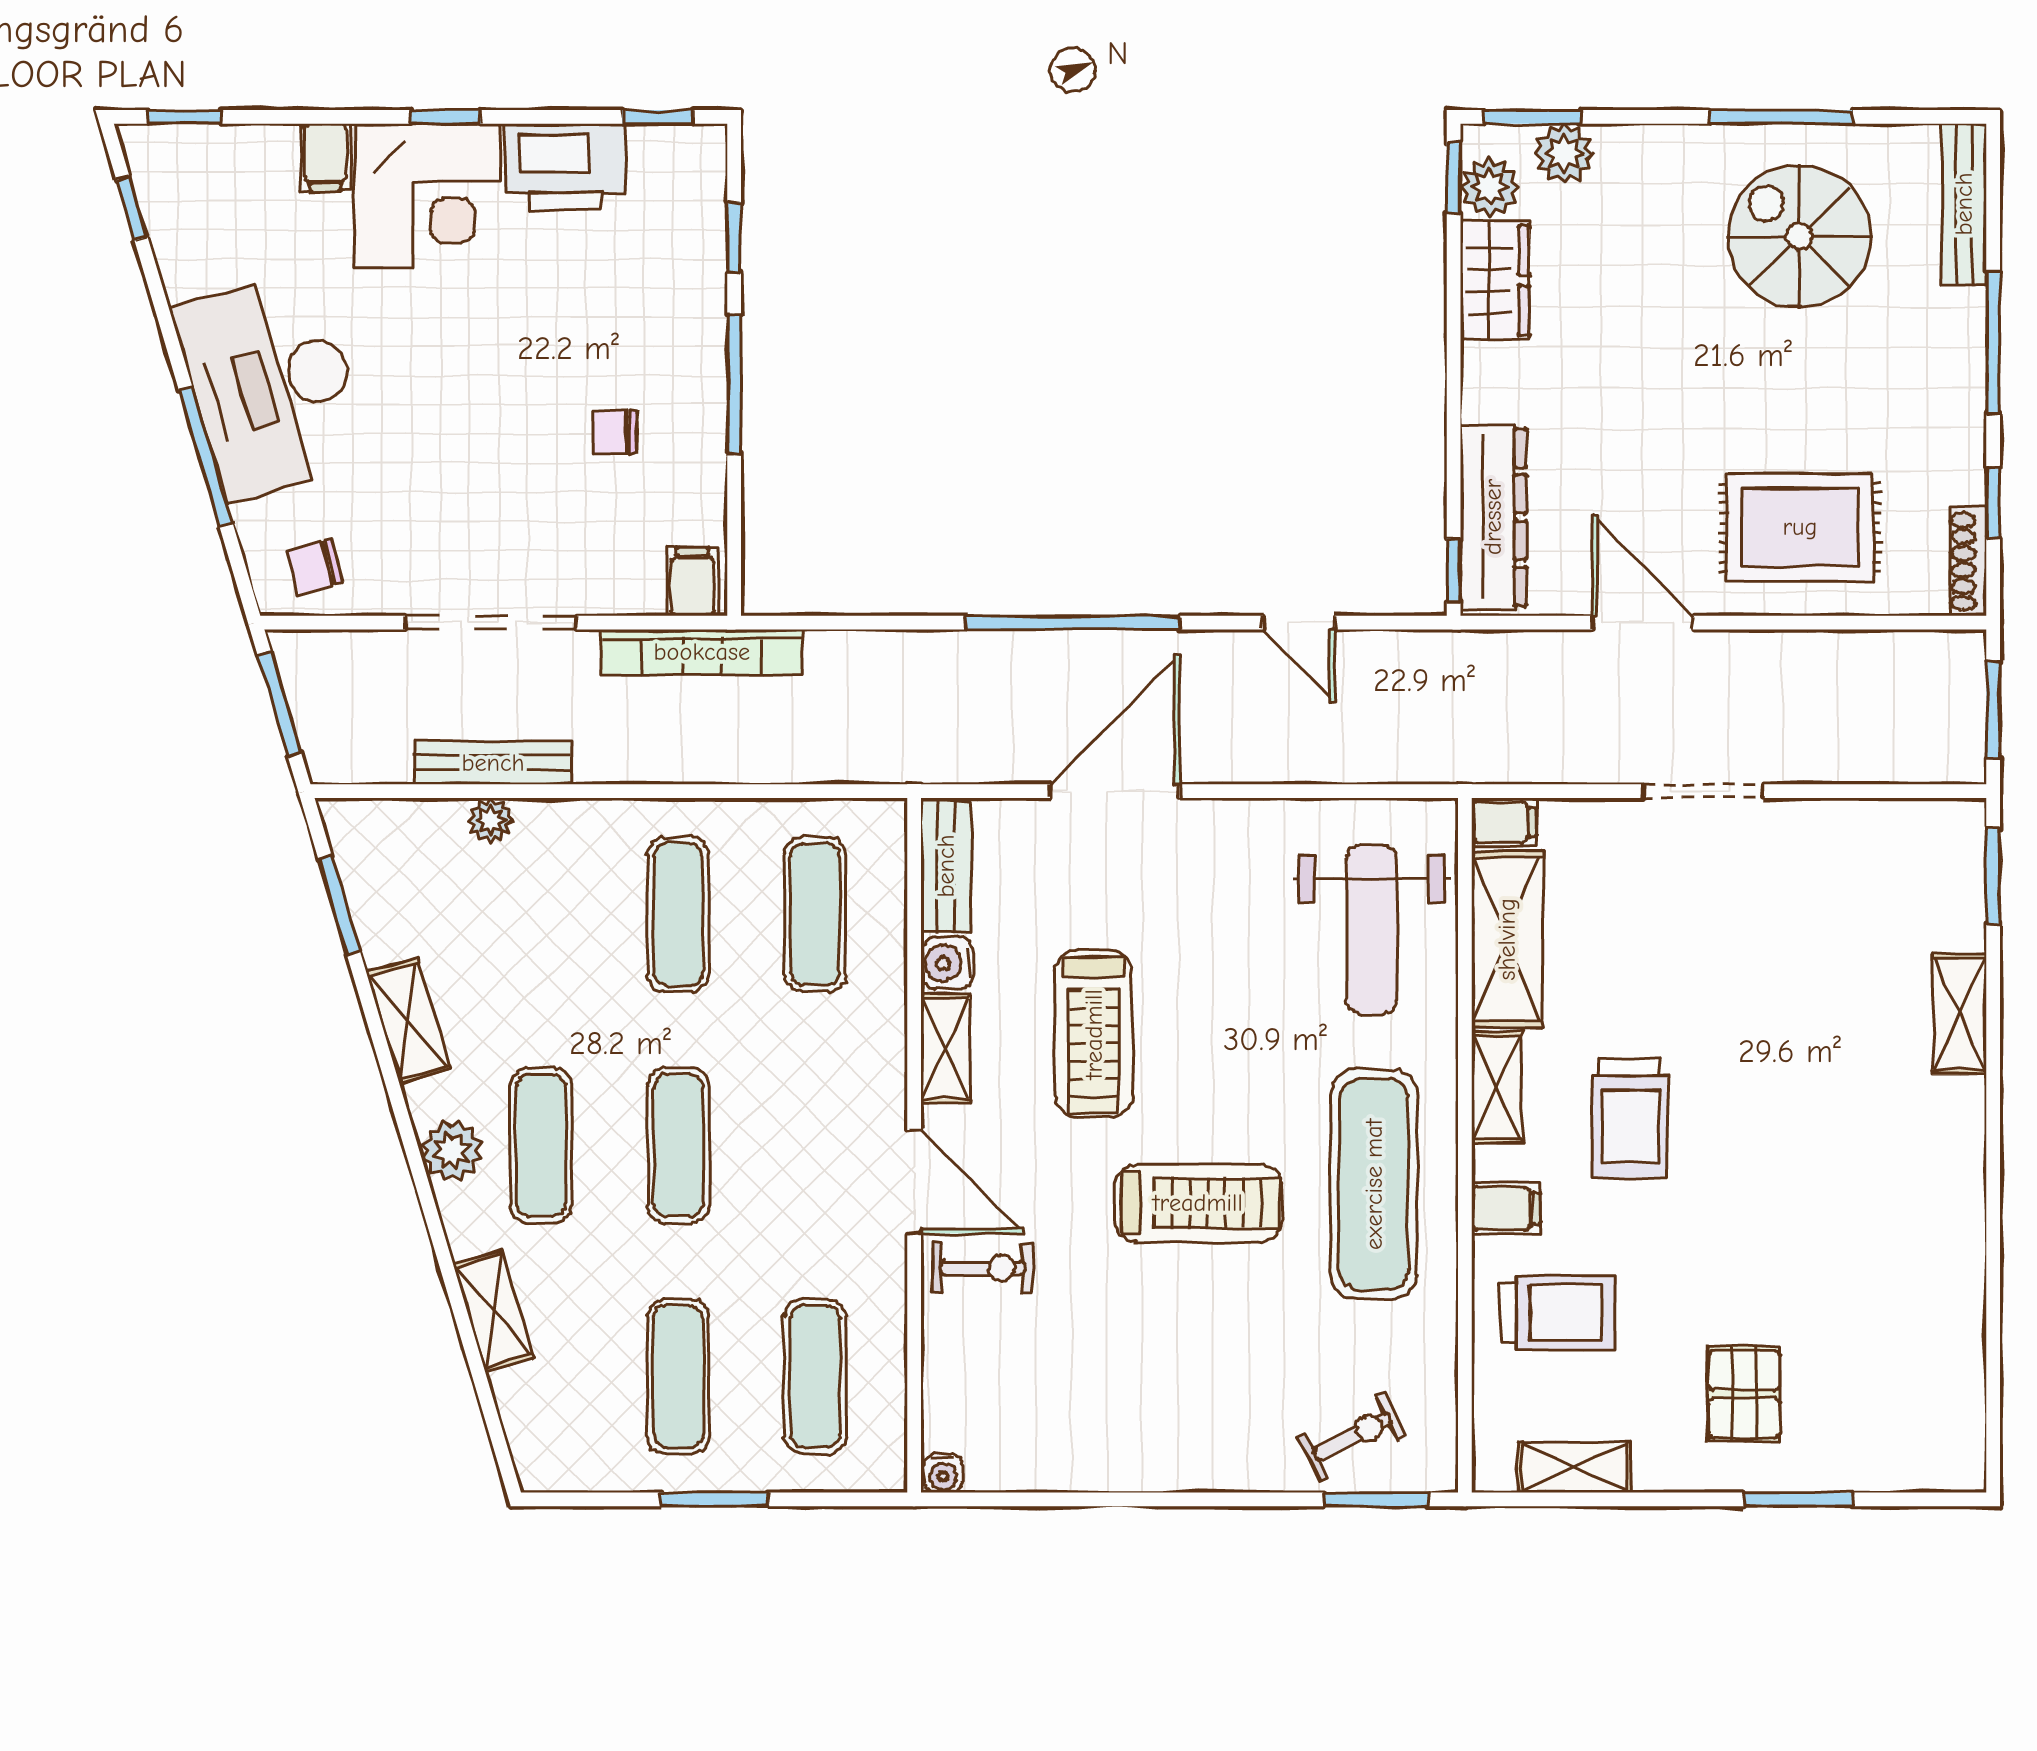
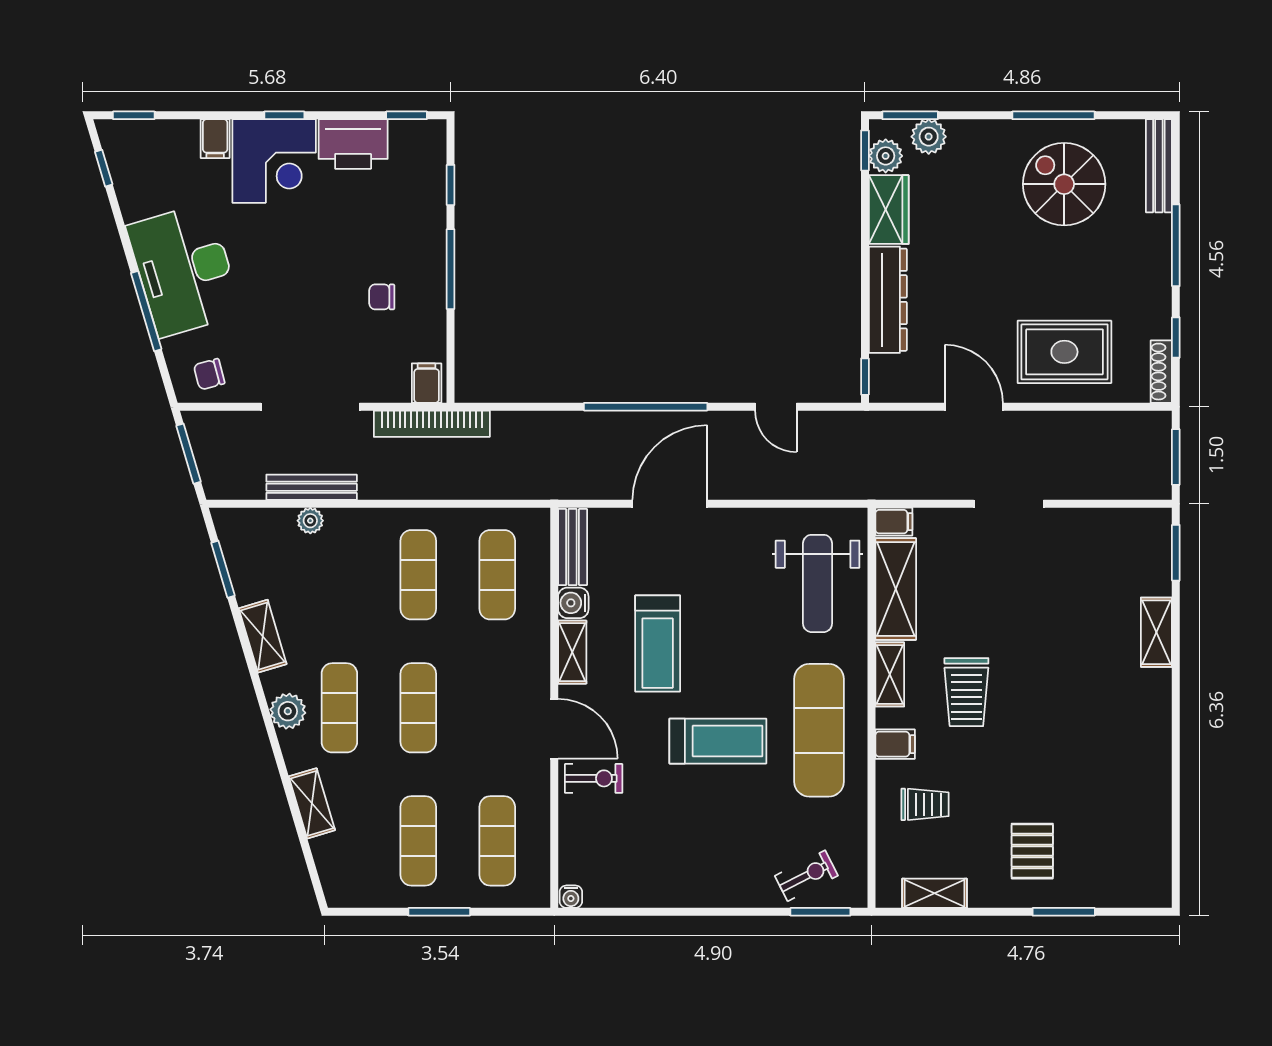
dresser: (1493, 517) -> (888, 300), moved
trolley: (1558, 1313) -> (925, 804), width x0.73, depth x0.72

